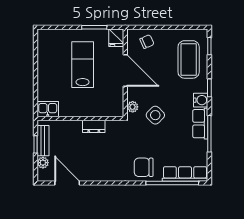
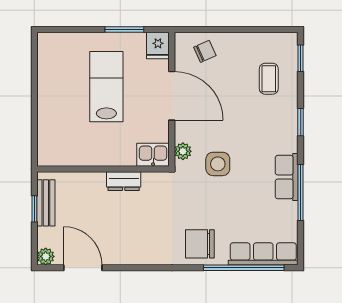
coffee table: (189, 59) -> (269, 79), width x0.54, depth x0.58
water cooler: (201, 100) -> (287, 141), removed
kitchen sink: (48, 109) -> (153, 155), moved
side table: (155, 115) -> (218, 164), turned 45
plant: (43, 163) -> (46, 256), moved

